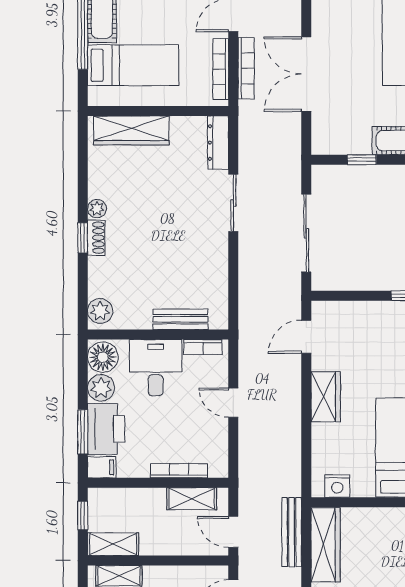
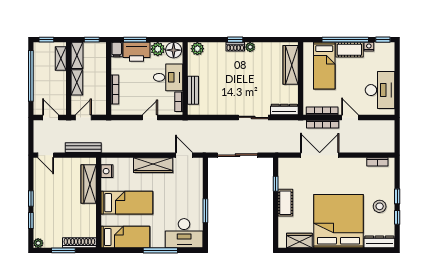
wardrobe: (326, 397) -> (153, 165), width x1.50
shelving: (192, 499) -> (77, 82), moved
wardrobe: (326, 545) -> (89, 184), moved, turned 90

